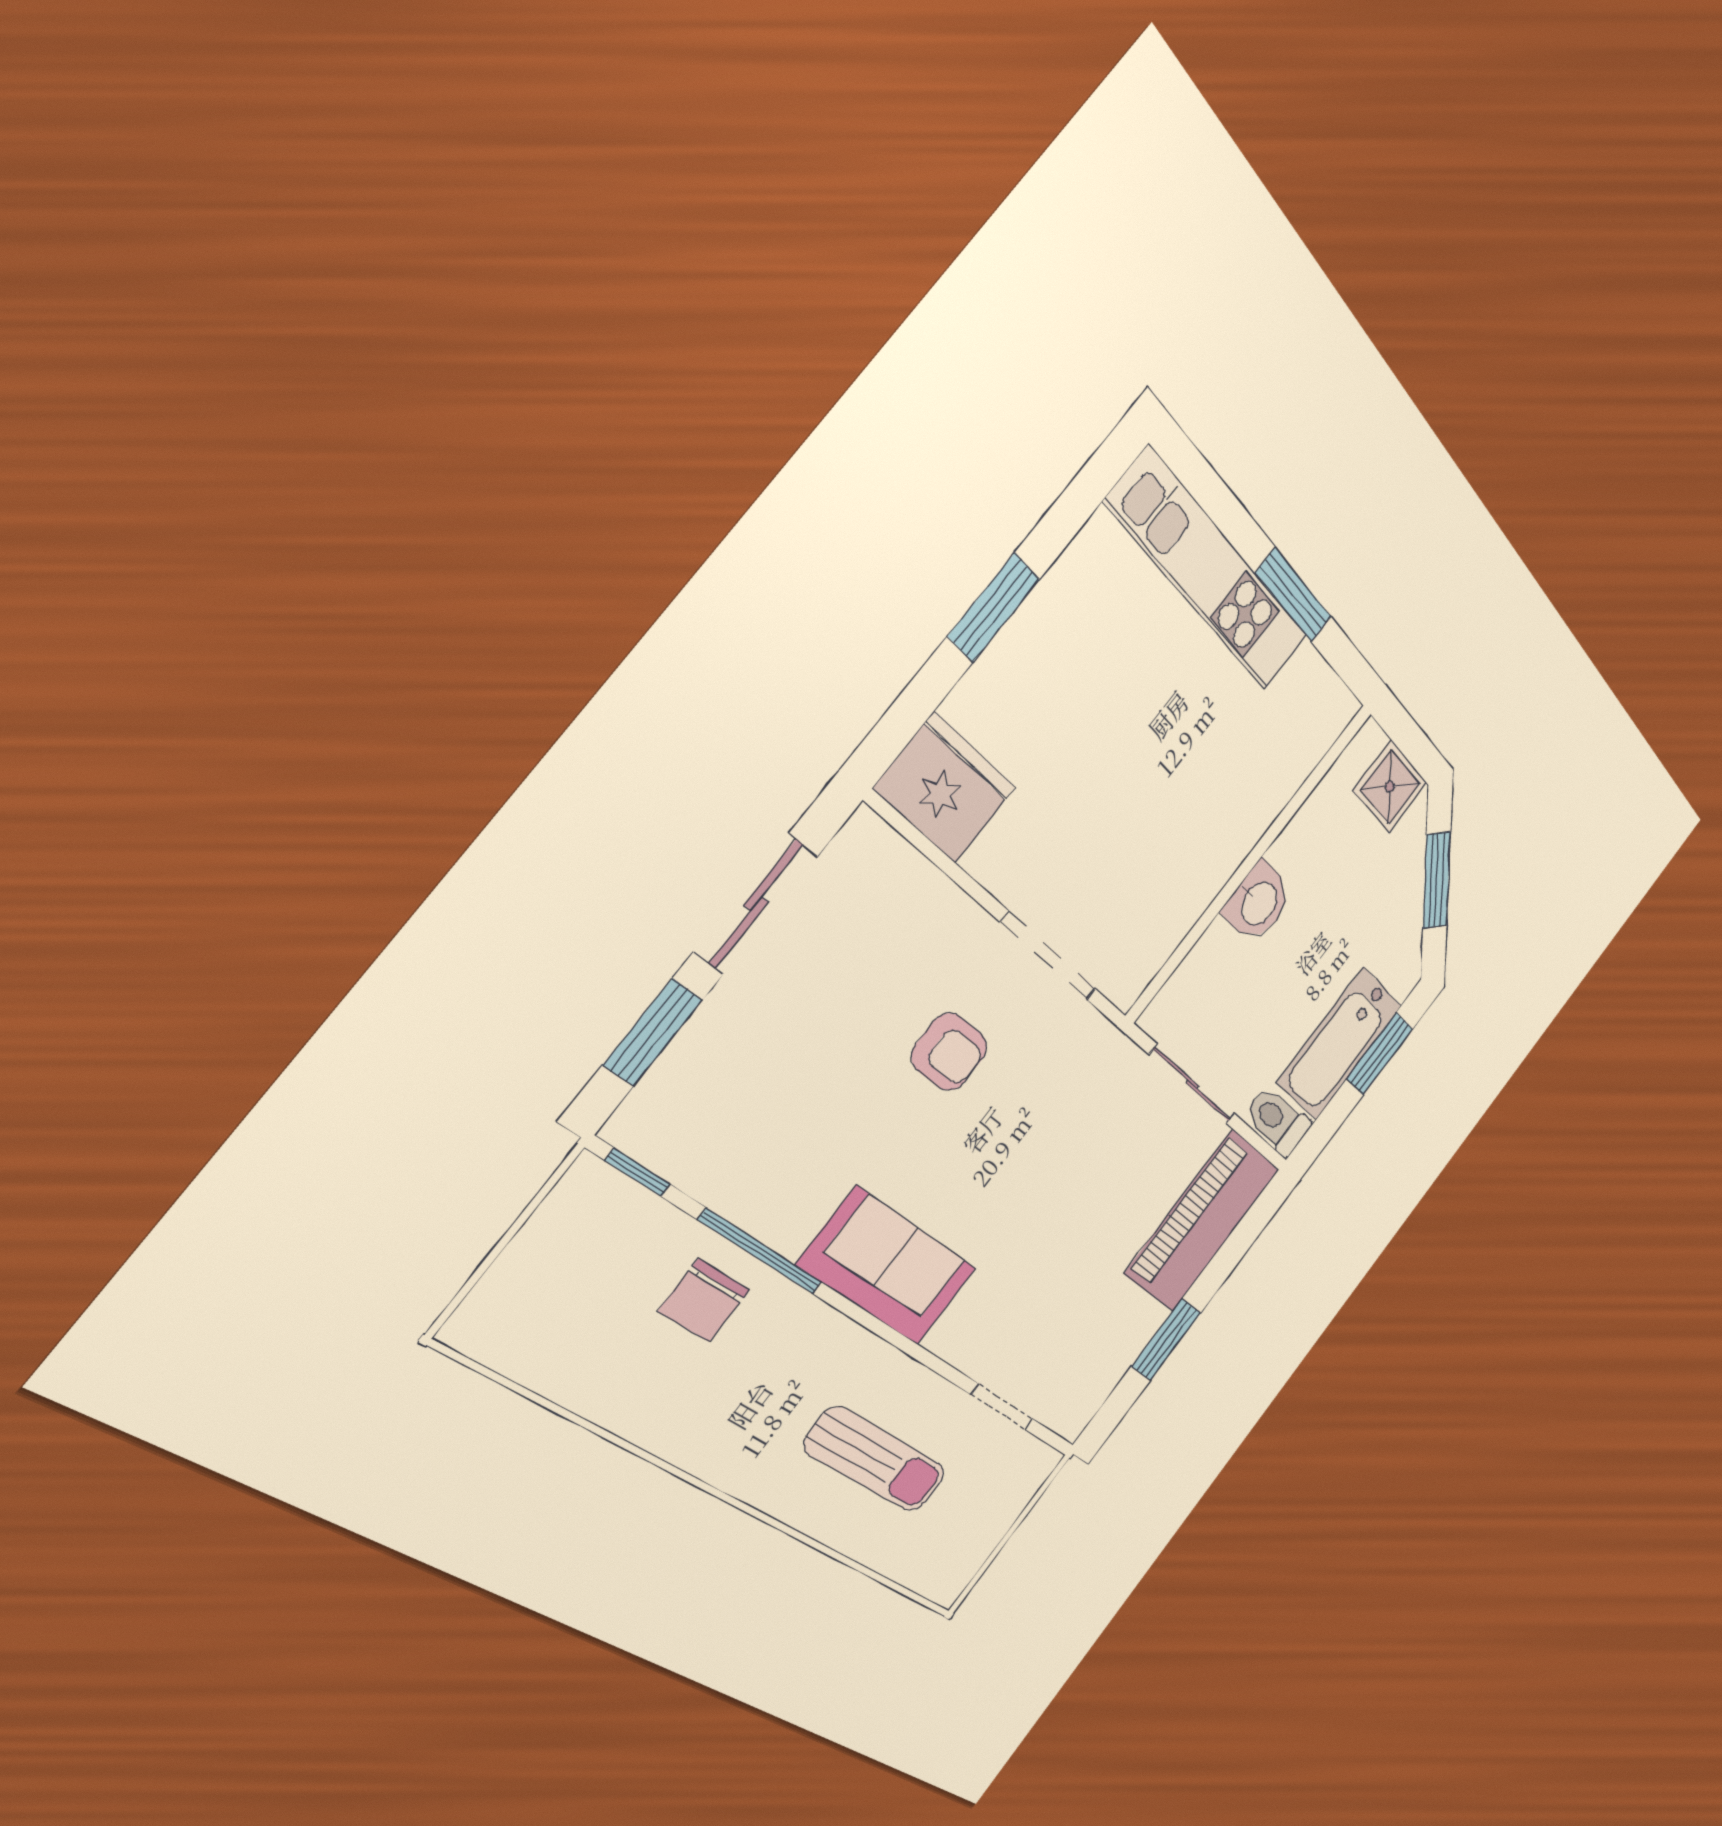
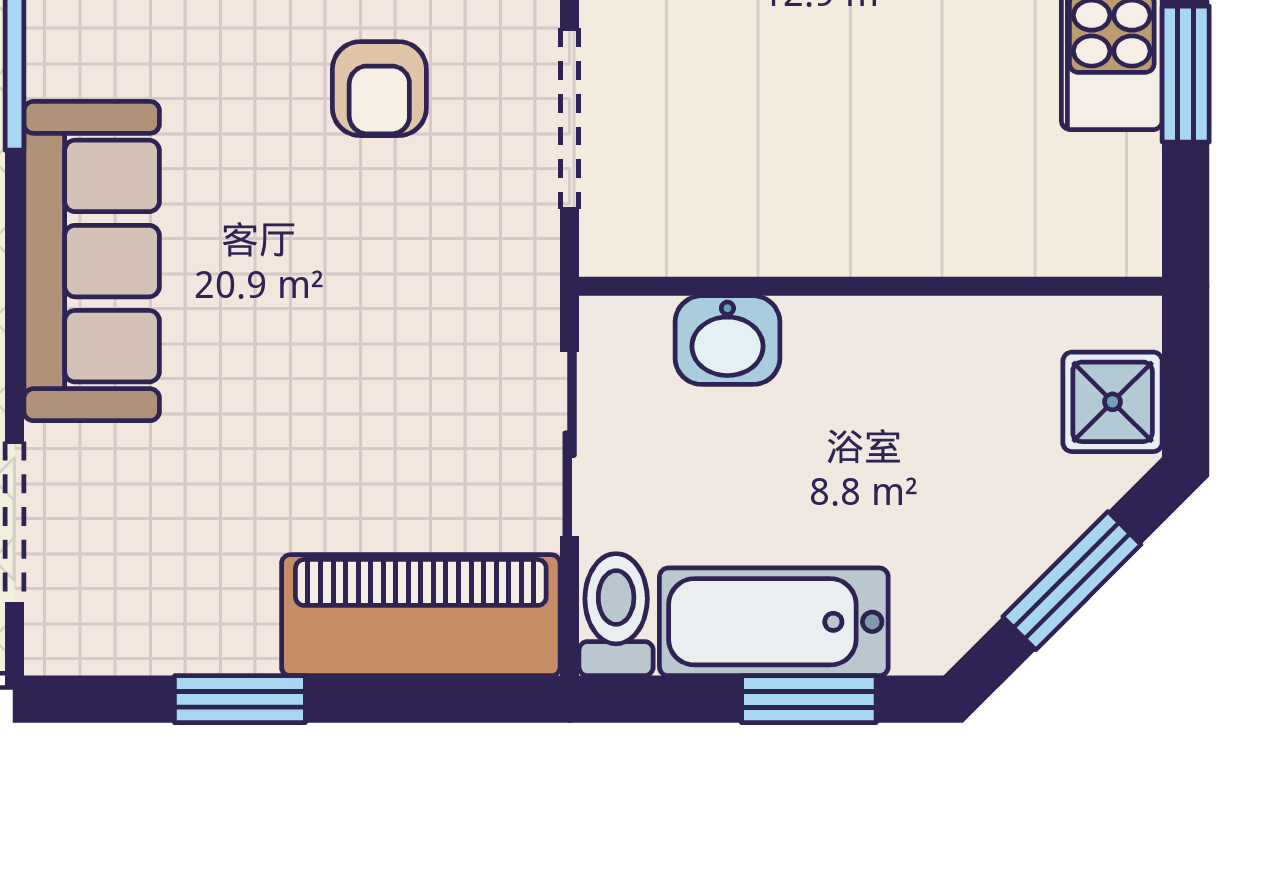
washbasin: (1258, 903) -> (727, 340), moved
sofa: (888, 1267) -> (92, 261), width x1.36
doorway: (1002, 1407) -> (14, 523), width x1.38

